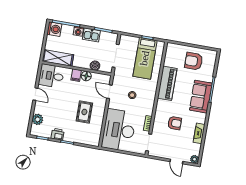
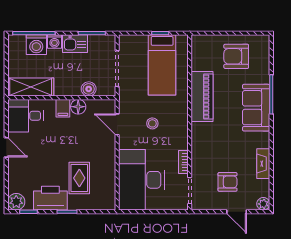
washing machine: (54, 29) -> (36, 45), moved, turned 90
rug: (84, 112) -> (79, 178), moved
plant: (38, 119) -> (16, 202), moved
armchair: (175, 123) -> (227, 182), moved
printer: (58, 134) -> (50, 198), width x1.87, depth x1.48

